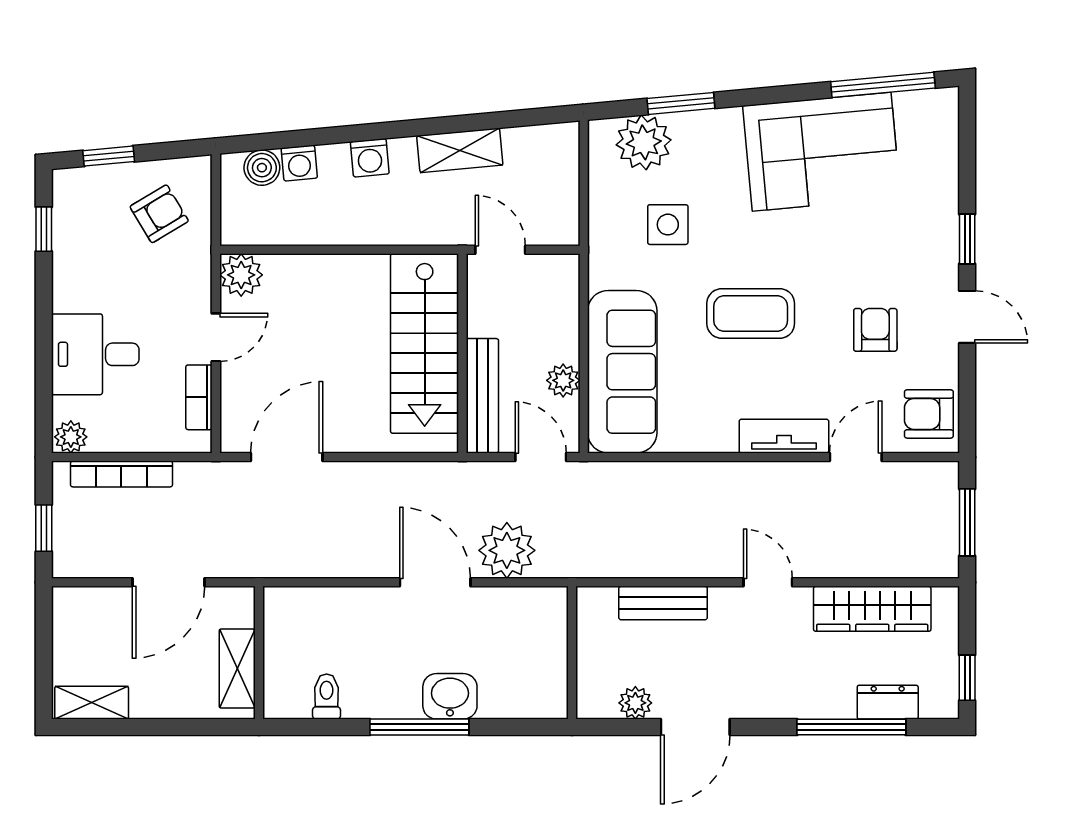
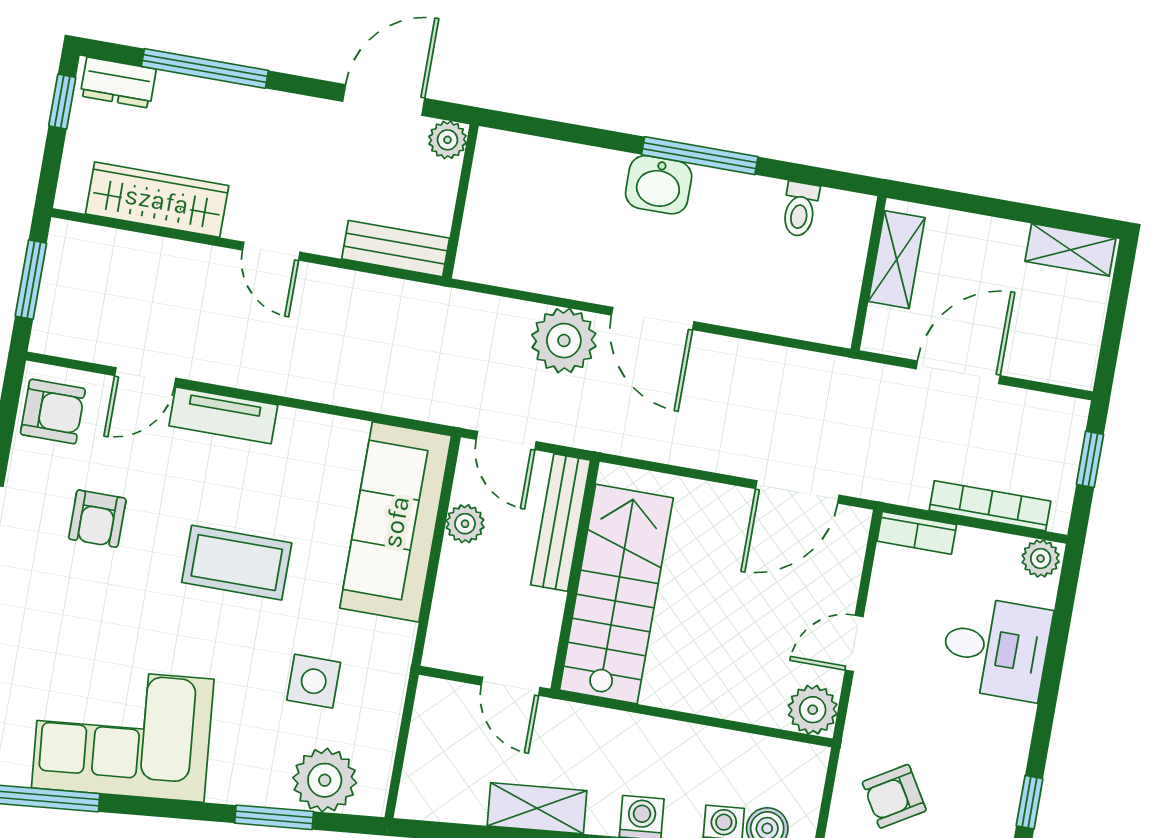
bookcase: (199, 397) -> (917, 533), moved, turned 90
wall: (572, 653) -> (461, 201), moved
dresser: (888, 702) -> (118, 83), moved

